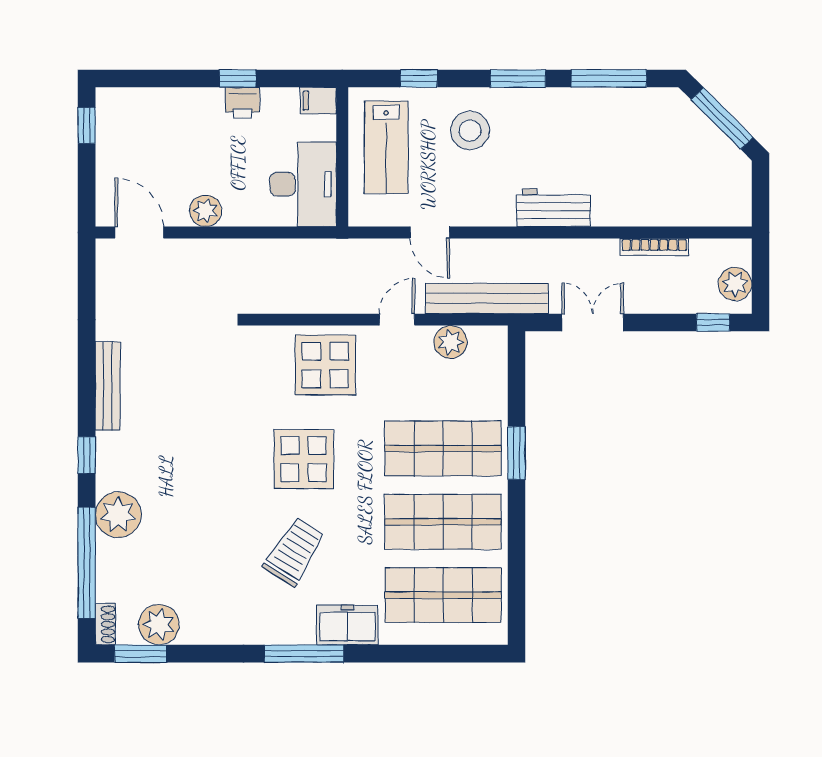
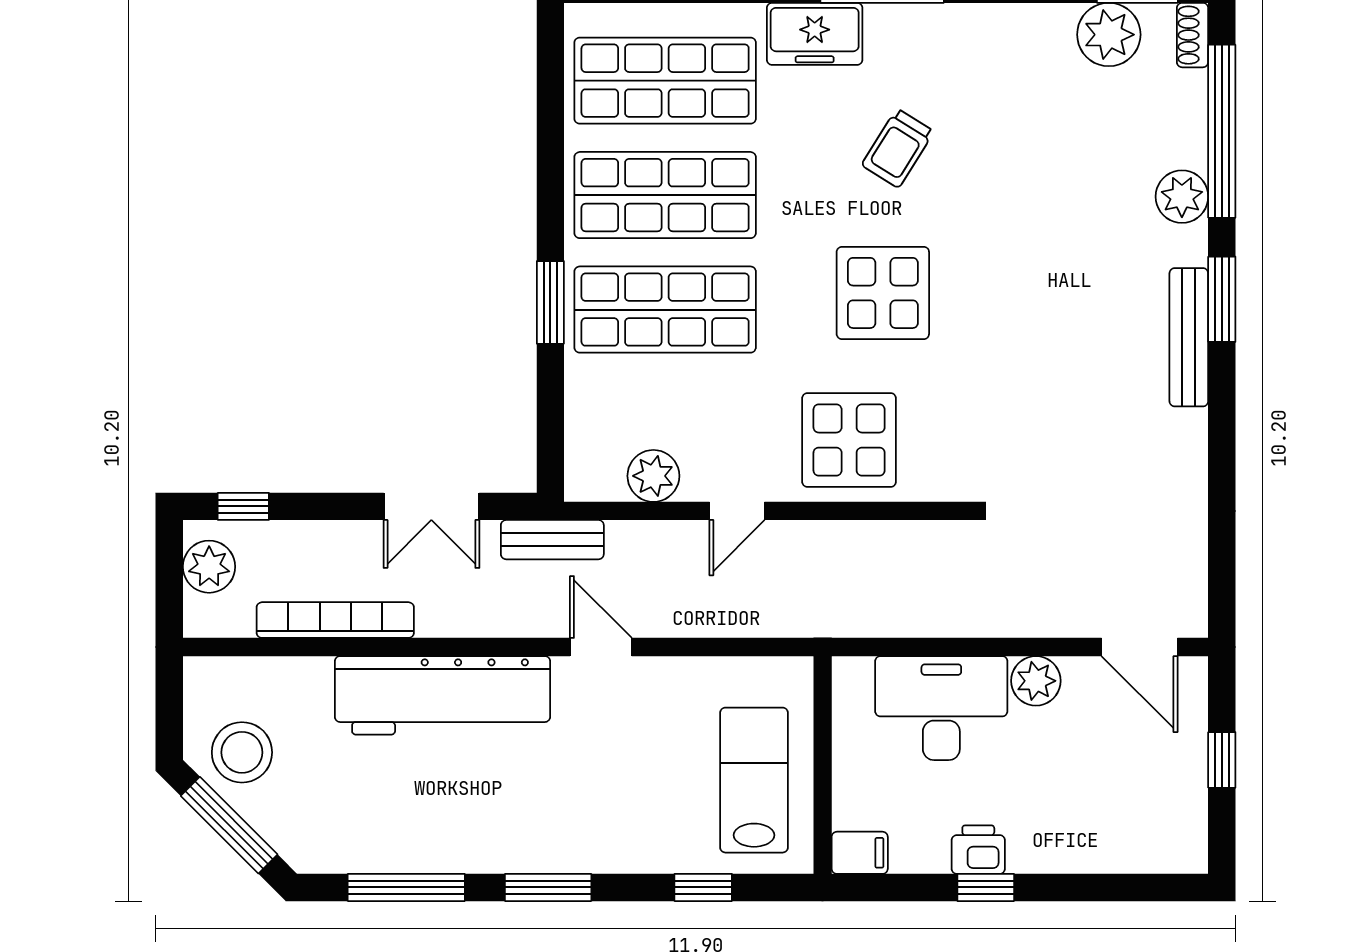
window: (87, 126) -> (1222, 760), moved
stool: (470, 131) -> (242, 752), moved
desk: (303, 184) -> (941, 708), moved, turned 90
workbench: (553, 208) -> (442, 695), width x1.87, depth x1.32
door: (430, 232) -> (601, 647), moved
bookcase: (654, 247) -> (335, 620), width x1.48, depth x1.31
bench: (487, 299) -> (552, 540), width x0.54, depth x0.82
bench: (108, 386) -> (1189, 337), moved
window: (87, 455) -> (1222, 299), width x1.50
plant: (118, 515) -> (1182, 197), width x0.73, depth x0.73
trolley: (294, 552) -> (898, 148), width x0.73, depth x0.72

